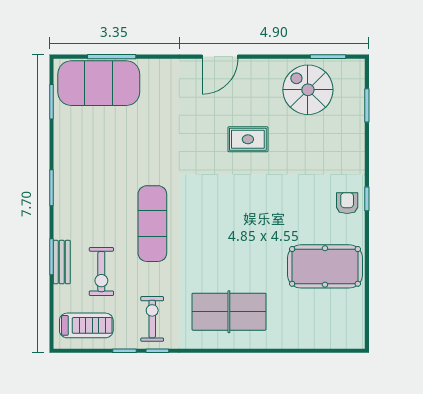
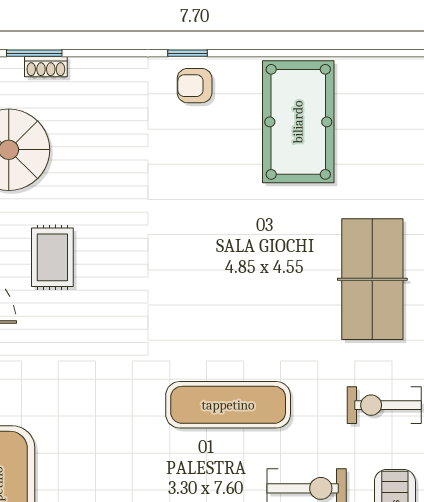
shoe rack: (359, 112) -> (46, 67), added
rug: (248, 139) -> (52, 257), moved

